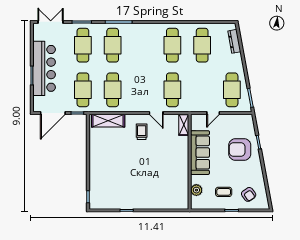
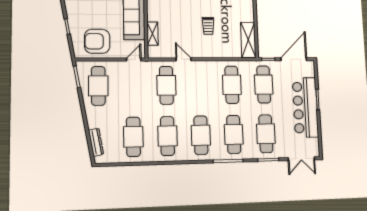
cafe table: (143, 45) -> (201, 135), added
door: (213, 113) -> (134, 59), moved
shelving: (108, 121) -> (248, 40), moved, turned 90
shelving: (184, 125) -> (153, 34), moved
trolley: (142, 132) -> (208, 26), moved
armchair: (240, 150) -> (97, 41), moved, turned 180

